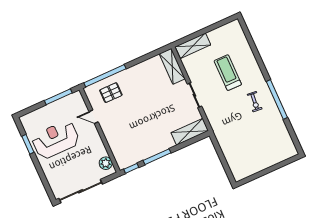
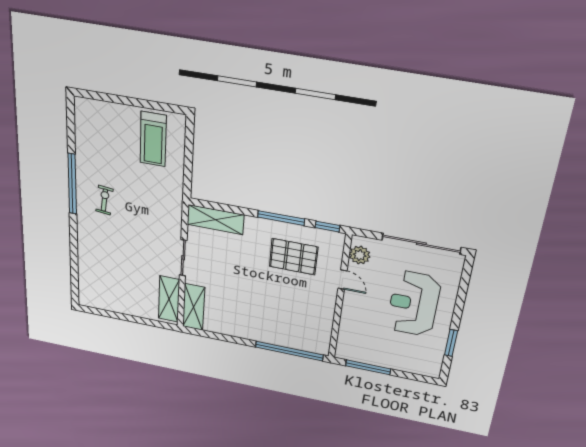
shelving: (193, 46) -> (169, 299), moved, turned 90
treadmill: (228, 73) -> (153, 139), moved
pallet: (111, 93) -> (294, 257), moved, width x1.50, depth x1.42
door: (94, 117) -> (342, 280), moved
reception desk: (56, 140) -> (414, 304), moved, turned 90

